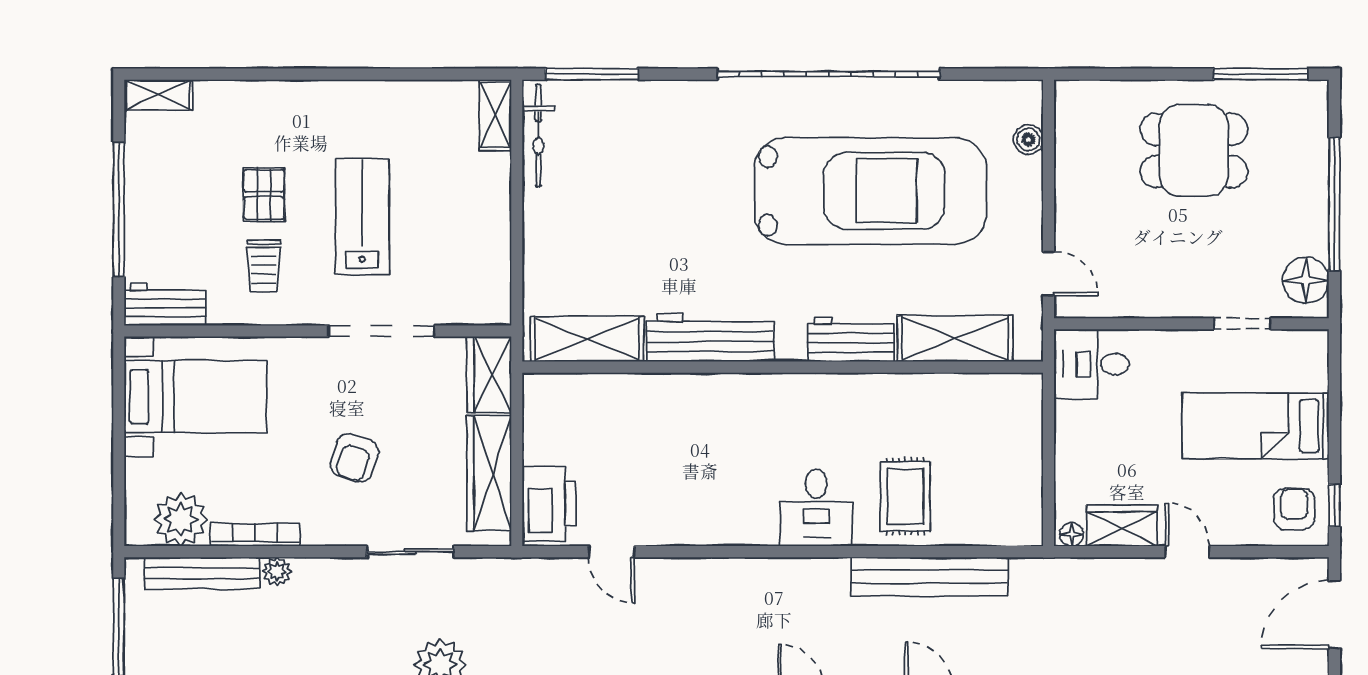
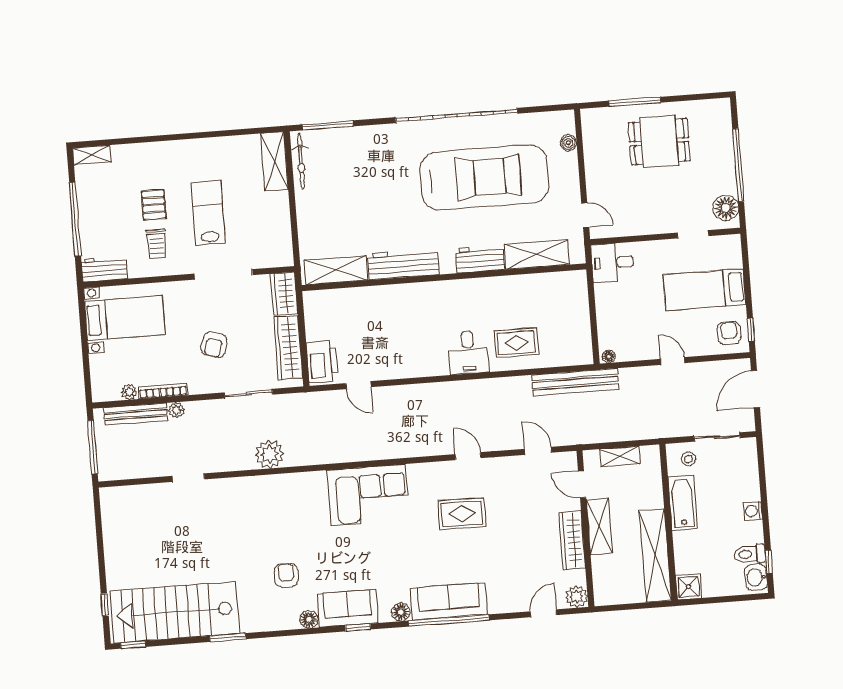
window: (1261, 74) -> (635, 102), moved
shelving: (495, 115) -> (274, 162), width x1.50, depth x1.33
rug: (905, 496) -> (516, 343), turned 90
plant: (181, 519) -> (129, 392), width x0.53, depth x0.53
wardrobe: (1122, 526) -> (636, 350), removed
bench: (930, 577) -> (575, 382), moved

